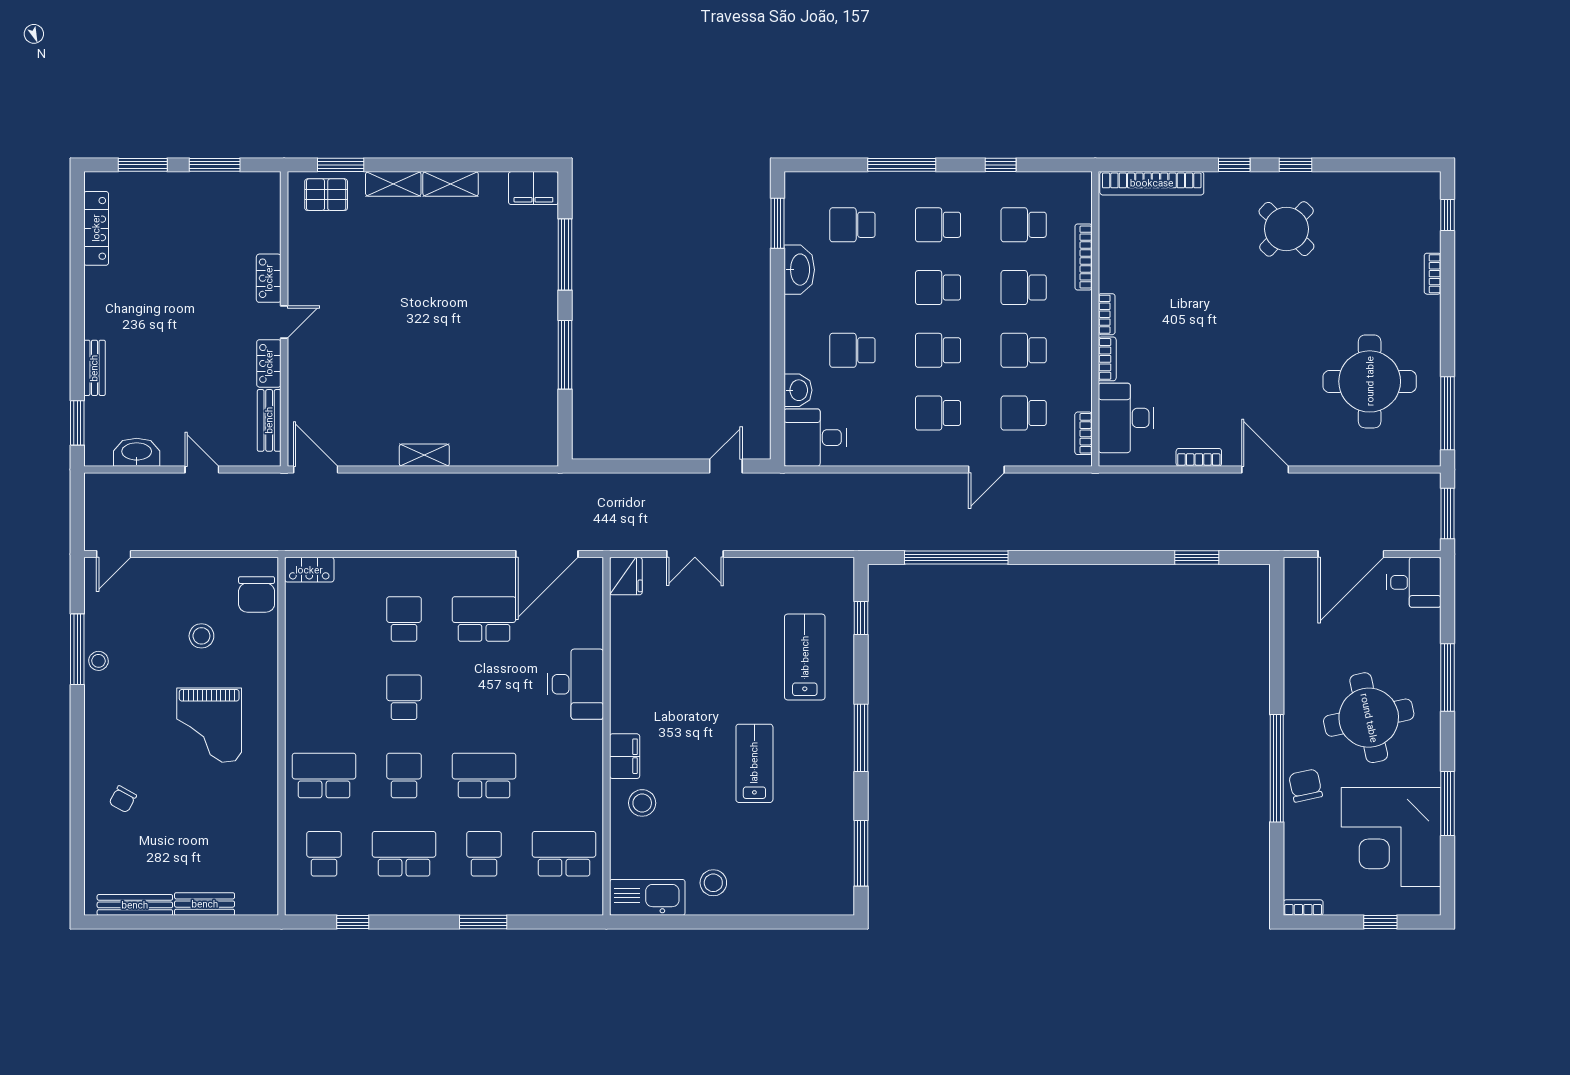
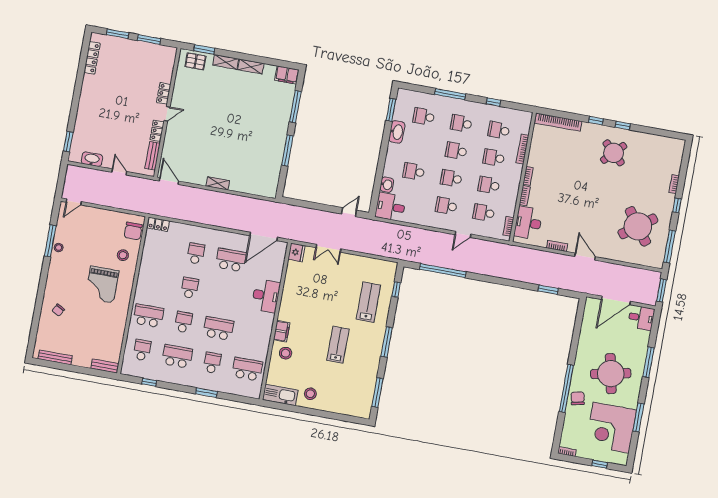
window: (1447, 215) -> (677, 205), moved
bench: (94, 368) -> (80, 119), removed
round table: (1370, 381) -> (638, 226), turned -36
stool: (201, 636) -> (123, 255), moved
bench: (205, 904) -> (105, 366), moved

